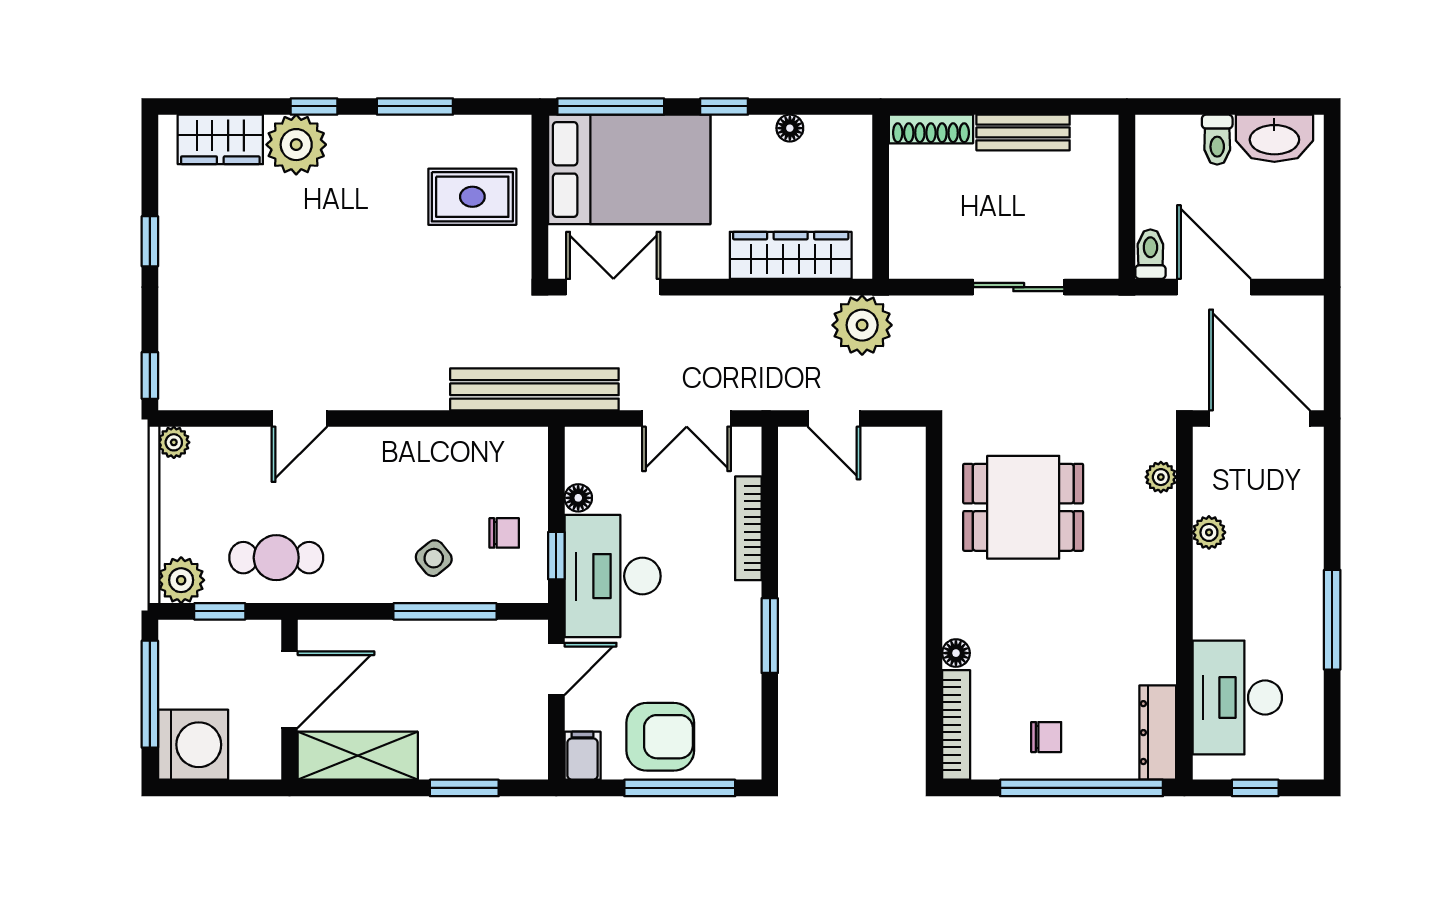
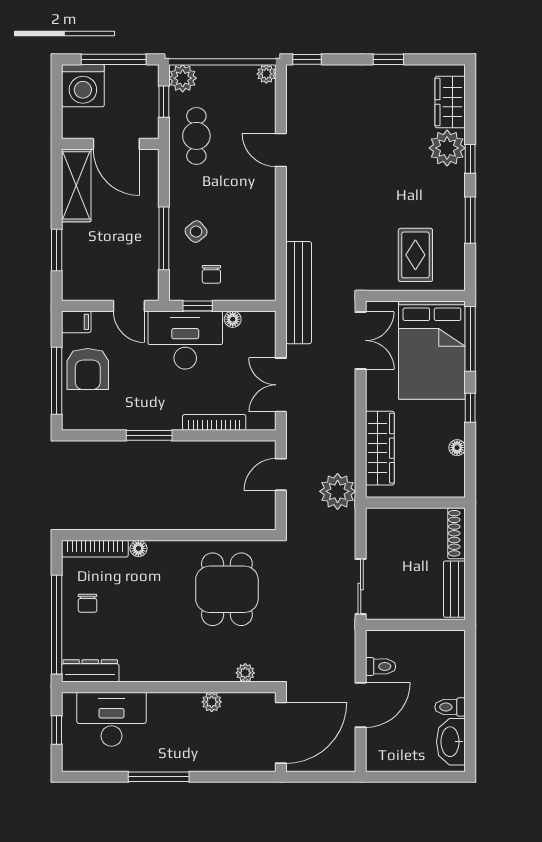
wall: (1127, 197) -> (415, 625), moved

